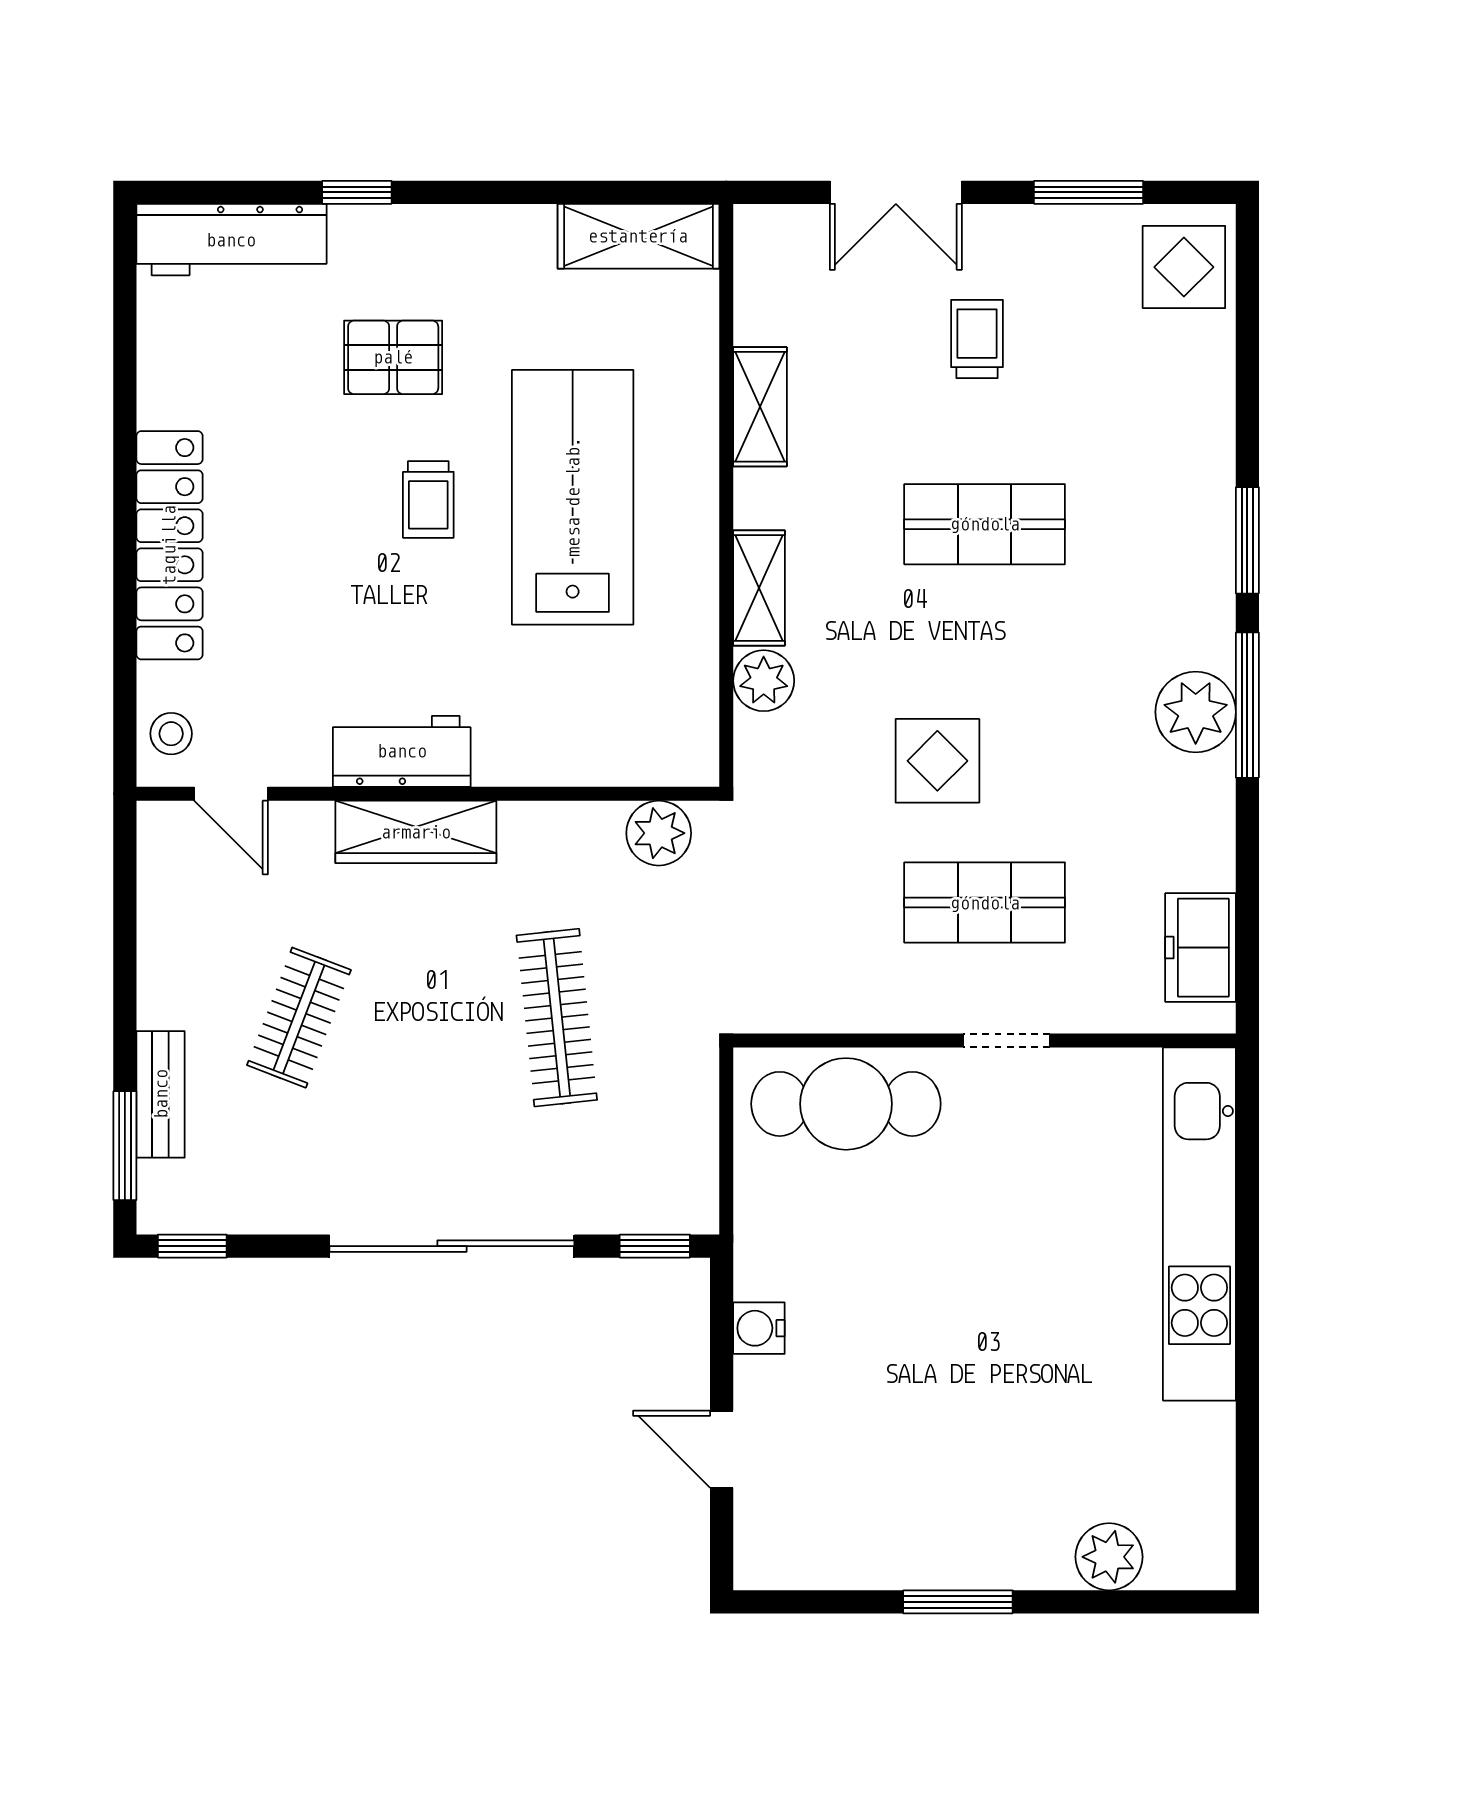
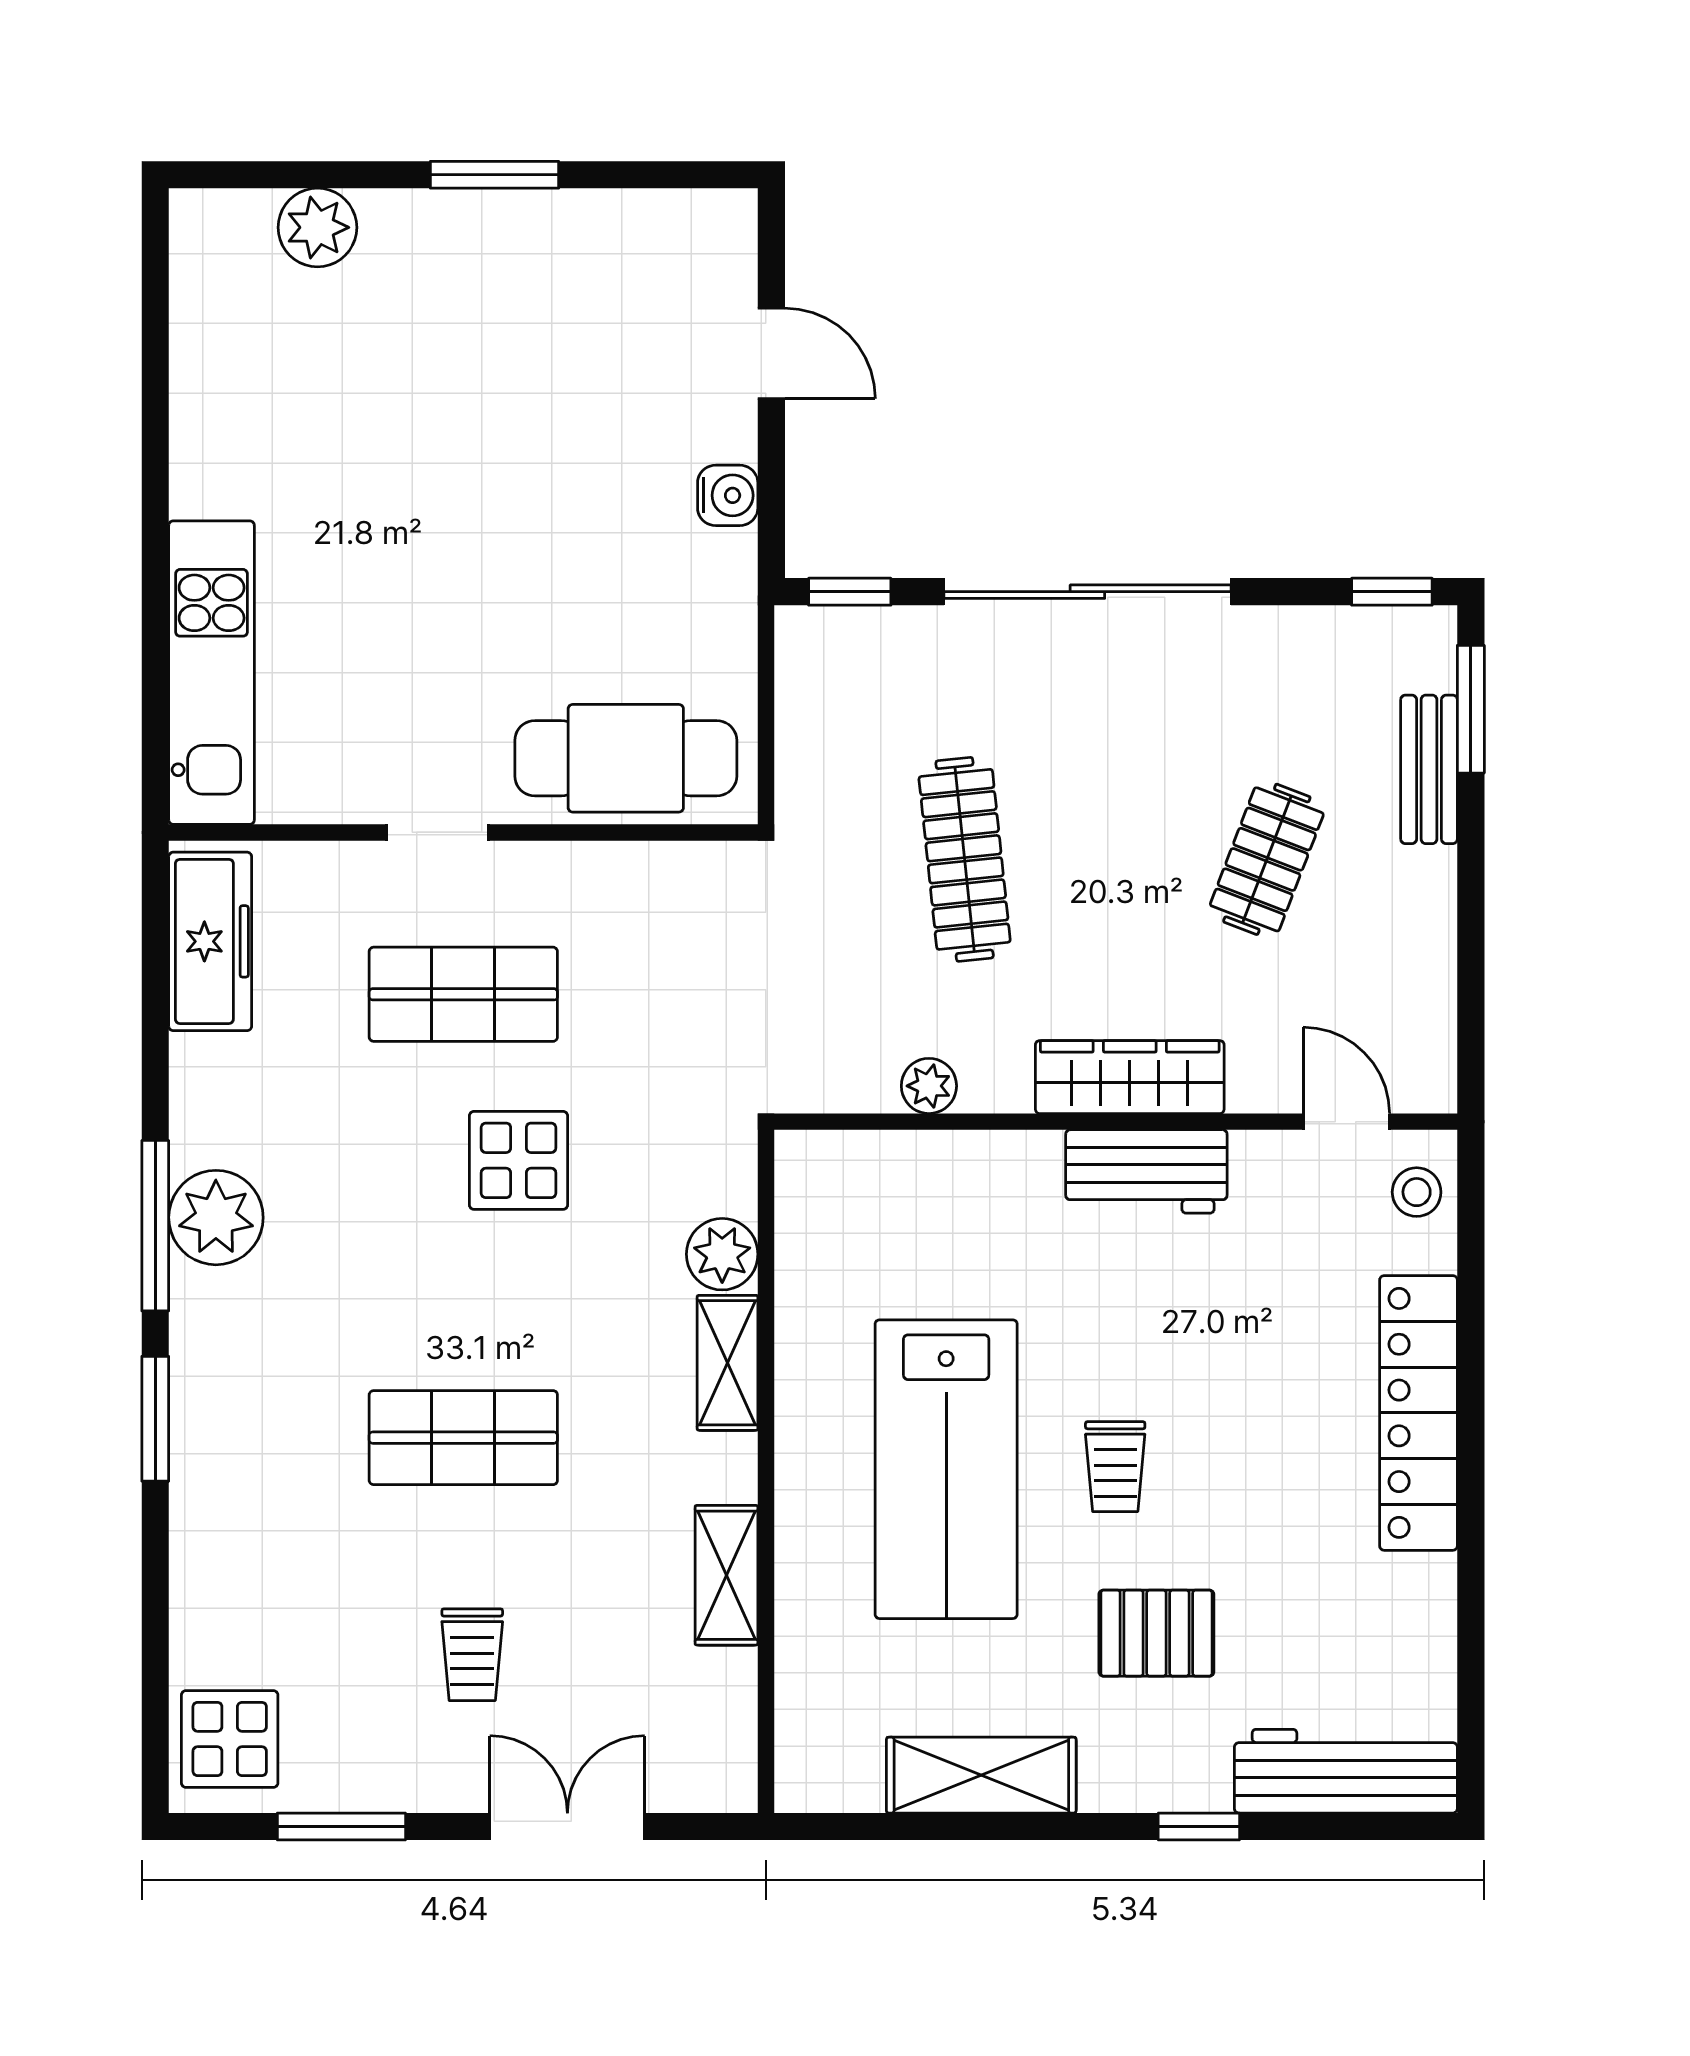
shelving: (638, 236) -> (981, 1775), moved
trolley: (428, 499) -> (1115, 1467), turned 180
plant: (659, 833) -> (929, 1086), moved, width x0.73, depth x0.73
freezer: (1201, 948) -> (210, 941), width x1.40
kitchen unit: (1199, 1224) -> (212, 673), width x0.73

